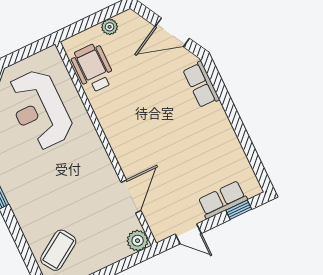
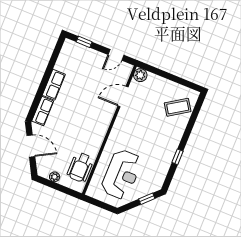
row of seats: (222, 200) -> (54, 85), moved, turned -90
door: (188, 234) -> (116, 55), swing flipped

